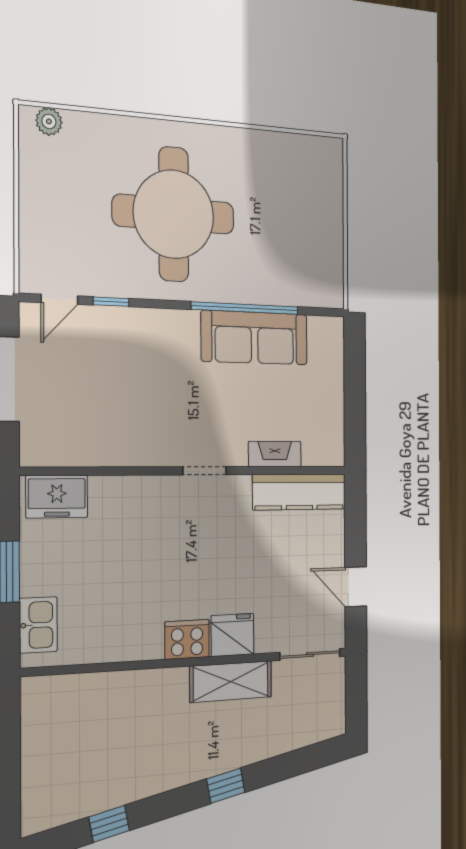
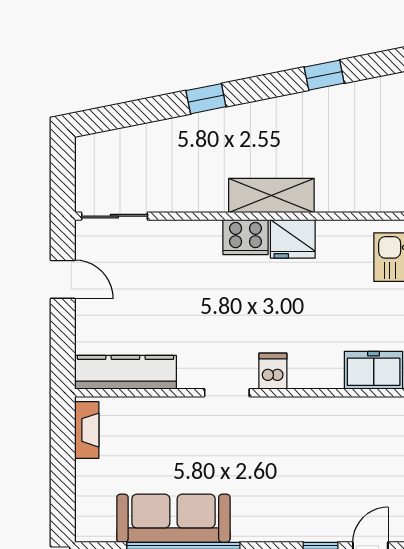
fireplace: (275, 454) -> (87, 430), moved, turned -90
dishwasher: (160, 494) -> (273, 371), added
fridge: (233, 635) -> (293, 239), moved
shelving: (231, 682) -> (271, 195), moved

